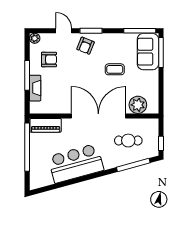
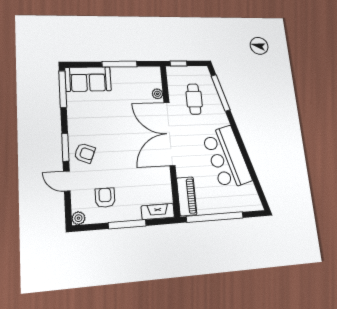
door: (64, 31) -> (67, 181), hinge flipped
window: (161, 52) -> (120, 64), moved
coffee table: (115, 69) -> (112, 117), removed
fireplace: (35, 88) -> (158, 212), moved
plant: (138, 105) -> (157, 94), width x0.53, depth x0.53
window: (161, 143) -> (179, 64), moved

